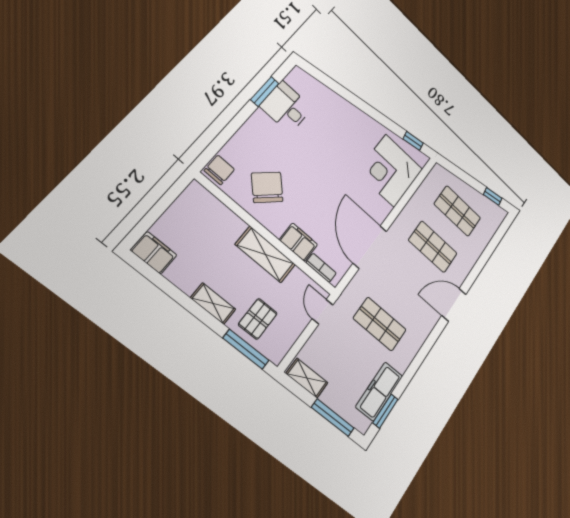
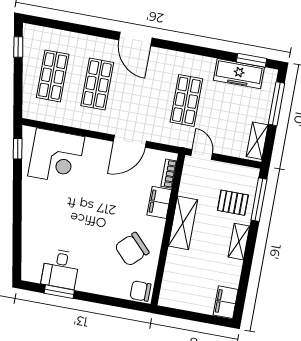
door: (370, 247) -> (130, 141), width x0.73
door: (323, 312) -> (202, 154), swing flipped

